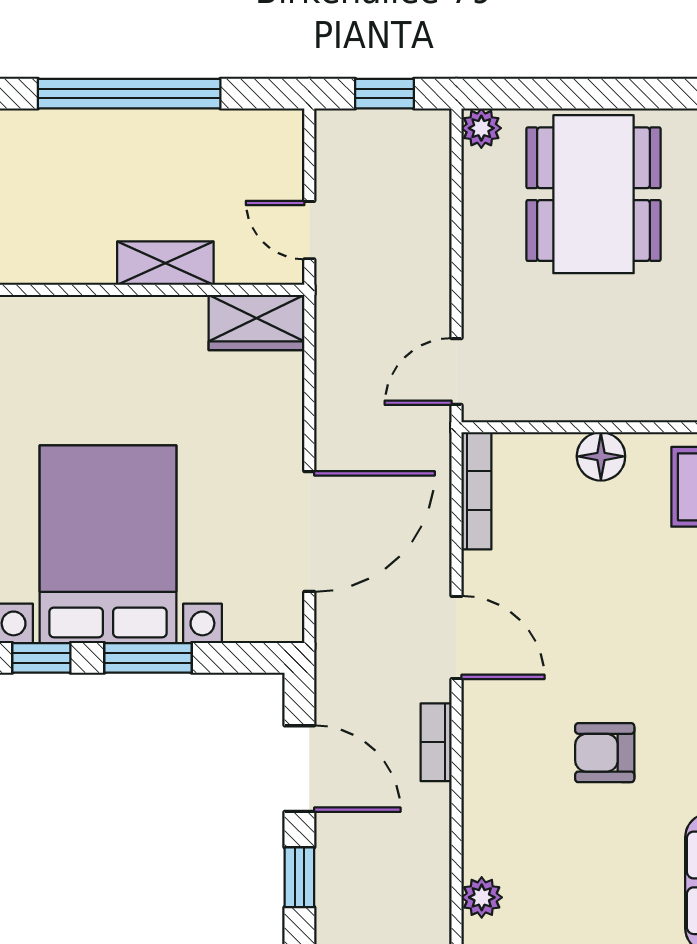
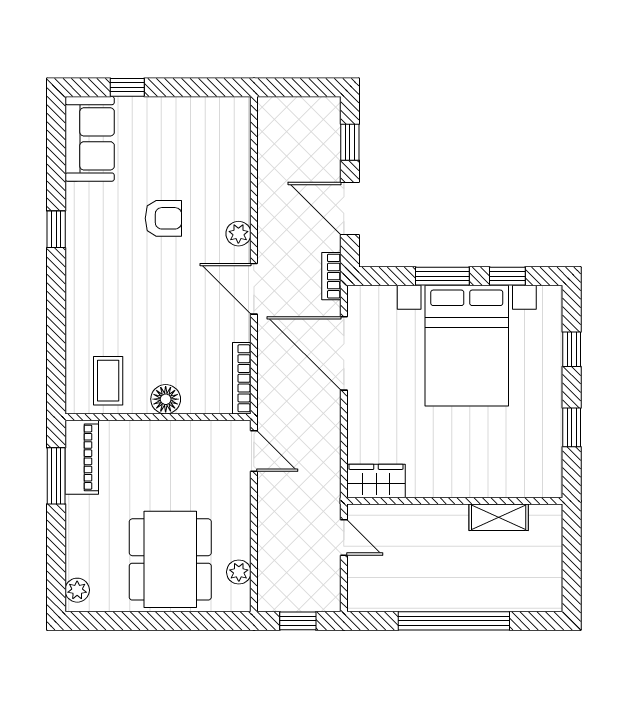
plant: (481, 128) -> (239, 572), moved
shelving: (165, 263) -> (499, 517), moved
door: (457, 372) -> (254, 451), hinge flipped
door: (309, 531) -> (344, 353), hinge flipped
bookcase: (436, 742) -> (331, 276), moved, turned 180
plant: (482, 897) -> (238, 234), moved

